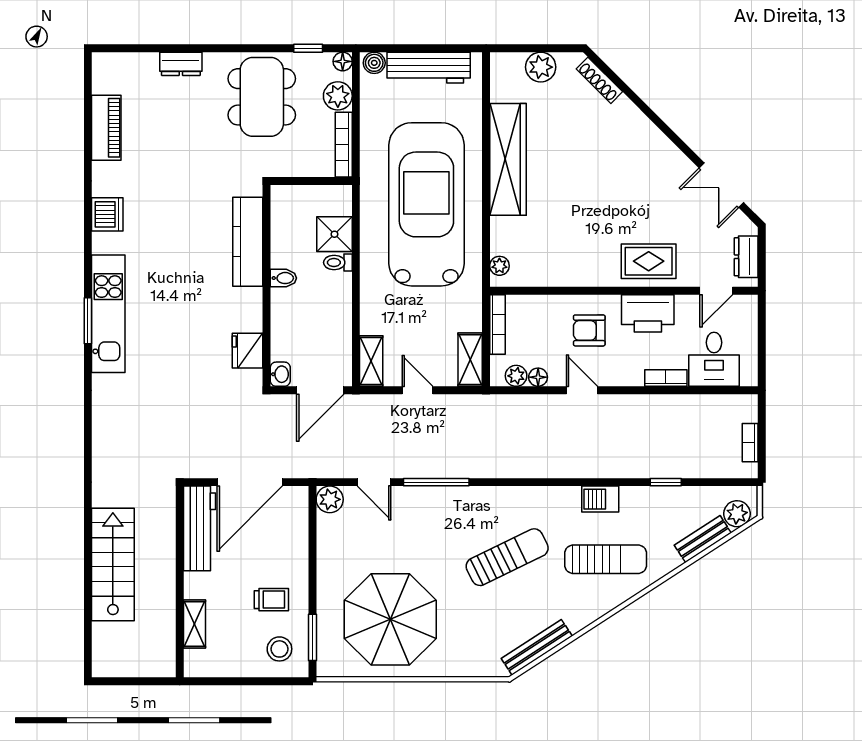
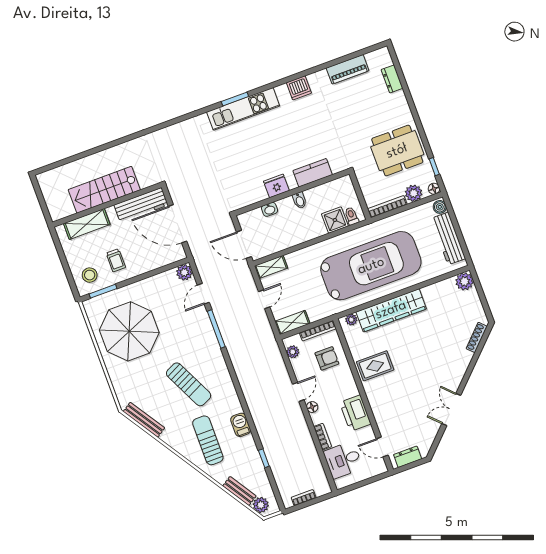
dresser: (181, 64) -> (392, 79), moved
plant: (541, 67) -> (464, 281), moved
wardrobe: (508, 159) -> (391, 310), moved
double door: (721, 185) -> (451, 410), moved
kitchen counter: (248, 242) -> (313, 173), width x0.67
rug: (649, 261) -> (375, 366), moved, turned 90
toilet: (338, 263) -> (352, 216), moved
armchair: (589, 330) -> (327, 358), moved, turned 90
fridge: (248, 351) -> (276, 186), moved
washbasin: (280, 374) -> (270, 209), moved
floor lamp: (538, 377) -> (312, 407), moved
sun lounger: (606, 559) -> (208, 440), turned 180
stairs: (113, 565) -> (104, 190), moved, turned 180
shelving: (194, 624) -> (87, 224), width x1.50, depth x1.33

